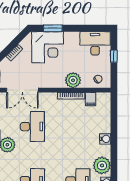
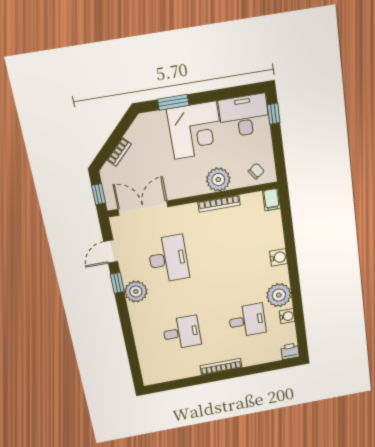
corner desk: (48, 47) -> (195, 130), moved
window: (114, 56) -> (274, 114), moved
double door: (22, 90) -> (143, 208), swing flipped
filing cabinet: (91, 99) -> (272, 200), moved

